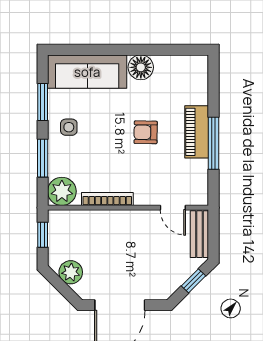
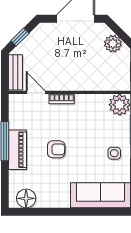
floor lamp: (141, 67) -> (26, 198), moved
bookcase: (107, 199) -> (62, 99), moved, width x0.64

